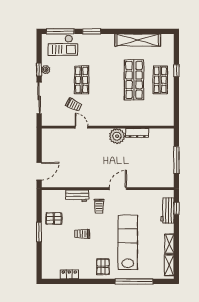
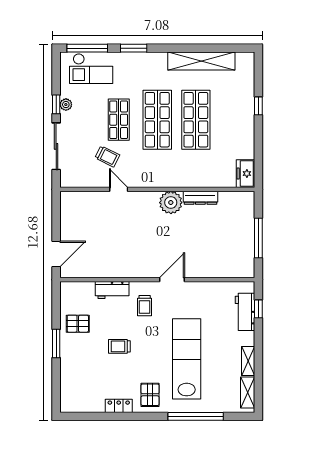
shop shelf: (160, 80) -> (157, 120), moved, width x1.43, depth x1.36
freezer: (168, 116) -> (246, 174), added
locker: (69, 274) -> (119, 406), moved

